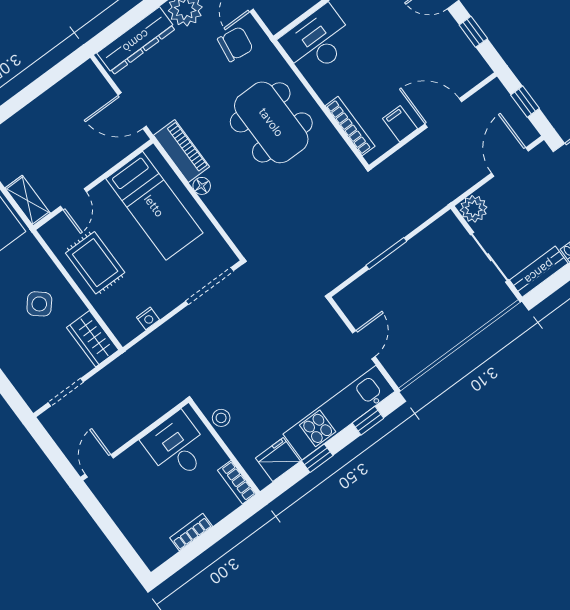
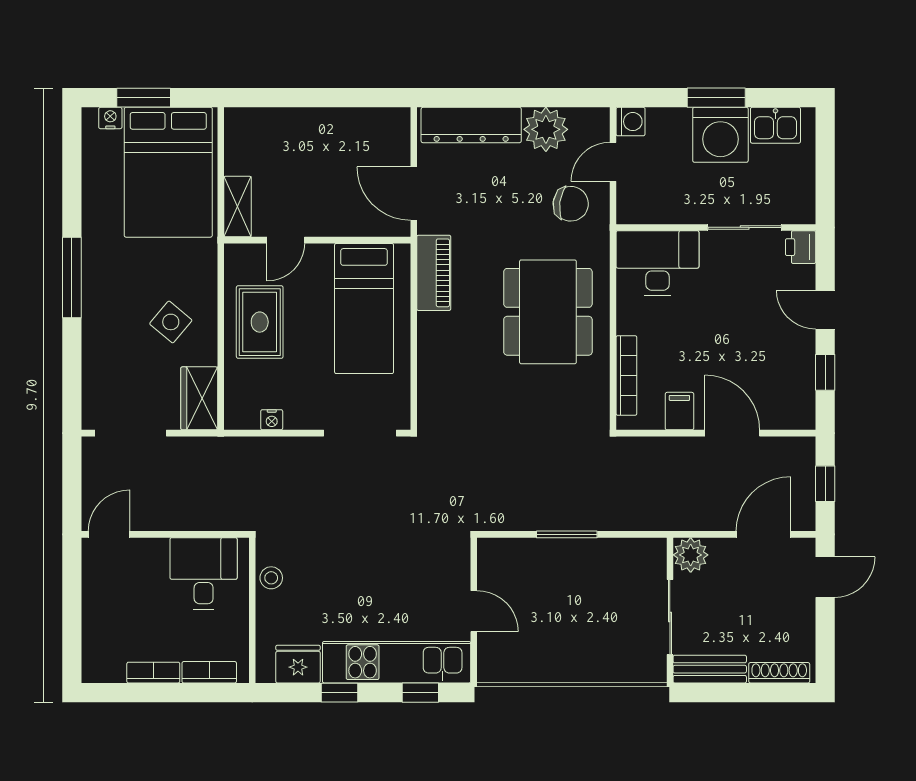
floor lamp: (202, 186) -> (428, 324), removed
door: (364, 345) -> (474, 611), hinge flipped
doorway: (66, 392) -> (131, 433), width x1.38
bookcase: (237, 482) -> (209, 672), moved, turned 90

